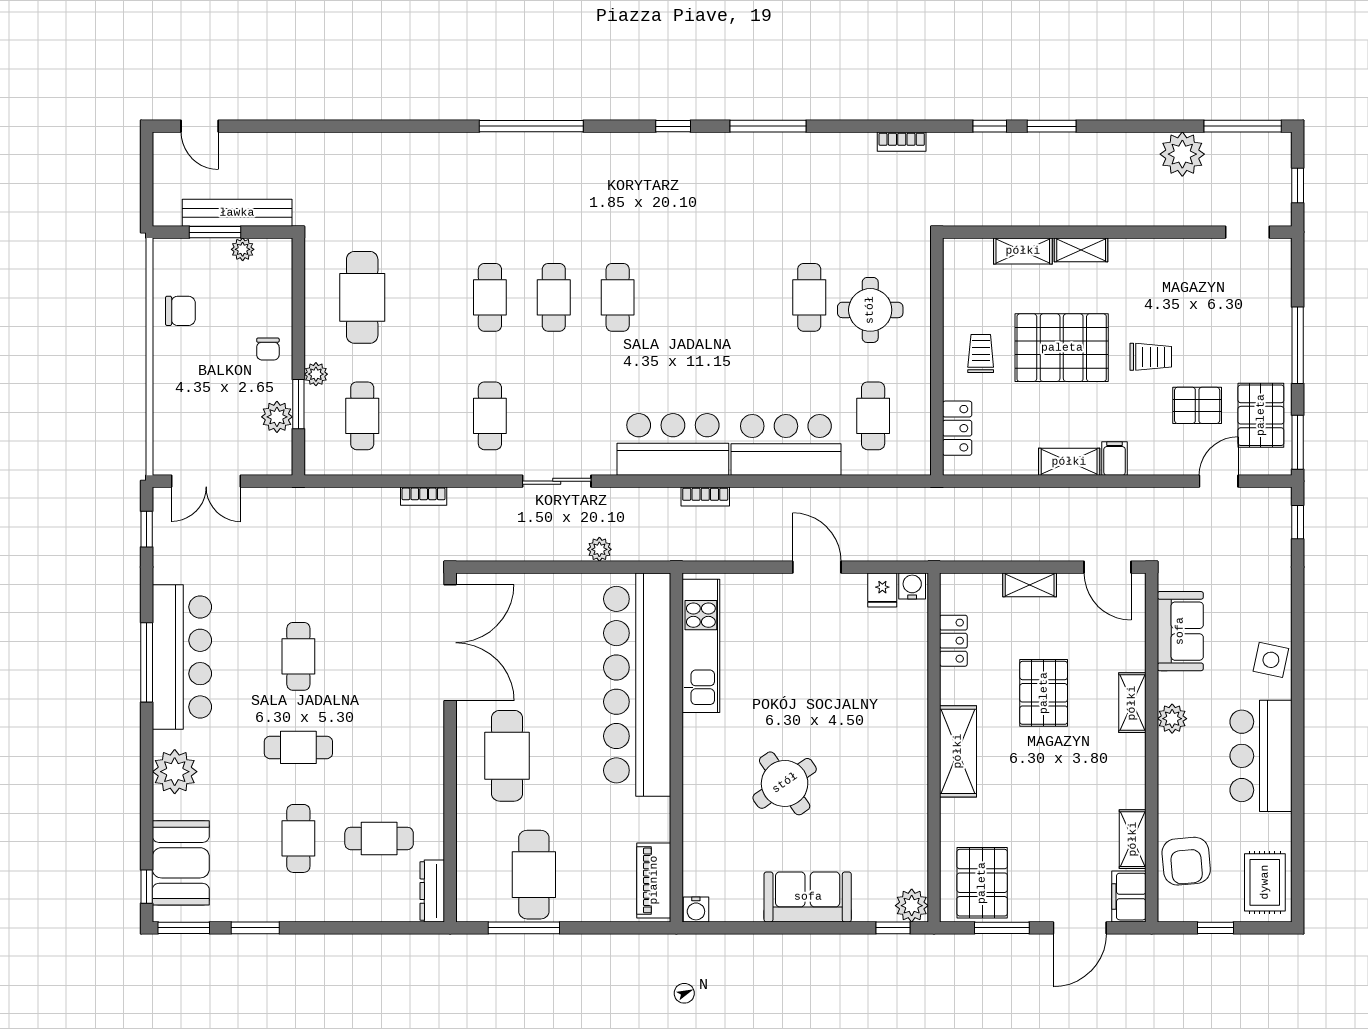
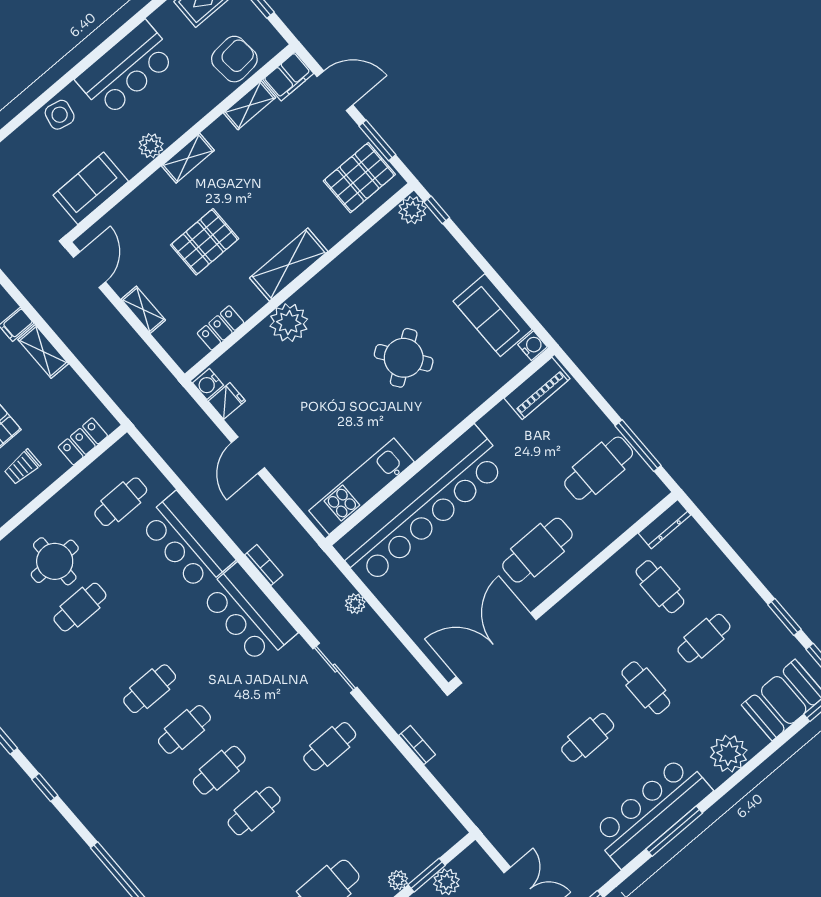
cafe table: (362, 416) -> (150, 689), moved
shelving: (1132, 703) -> (188, 158), moved
plant: (905, 707) -> (289, 323), added
sofa: (808, 897) -> (493, 315), moved

